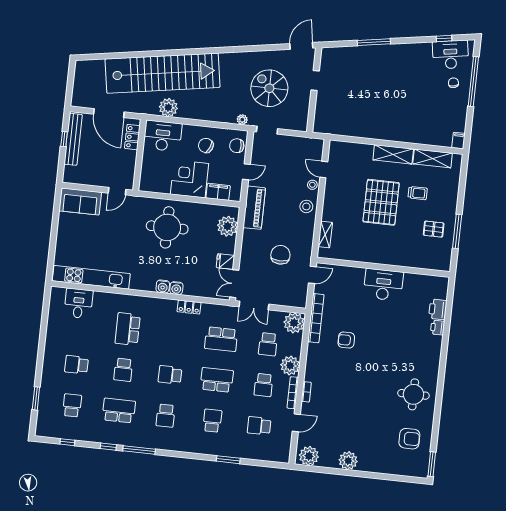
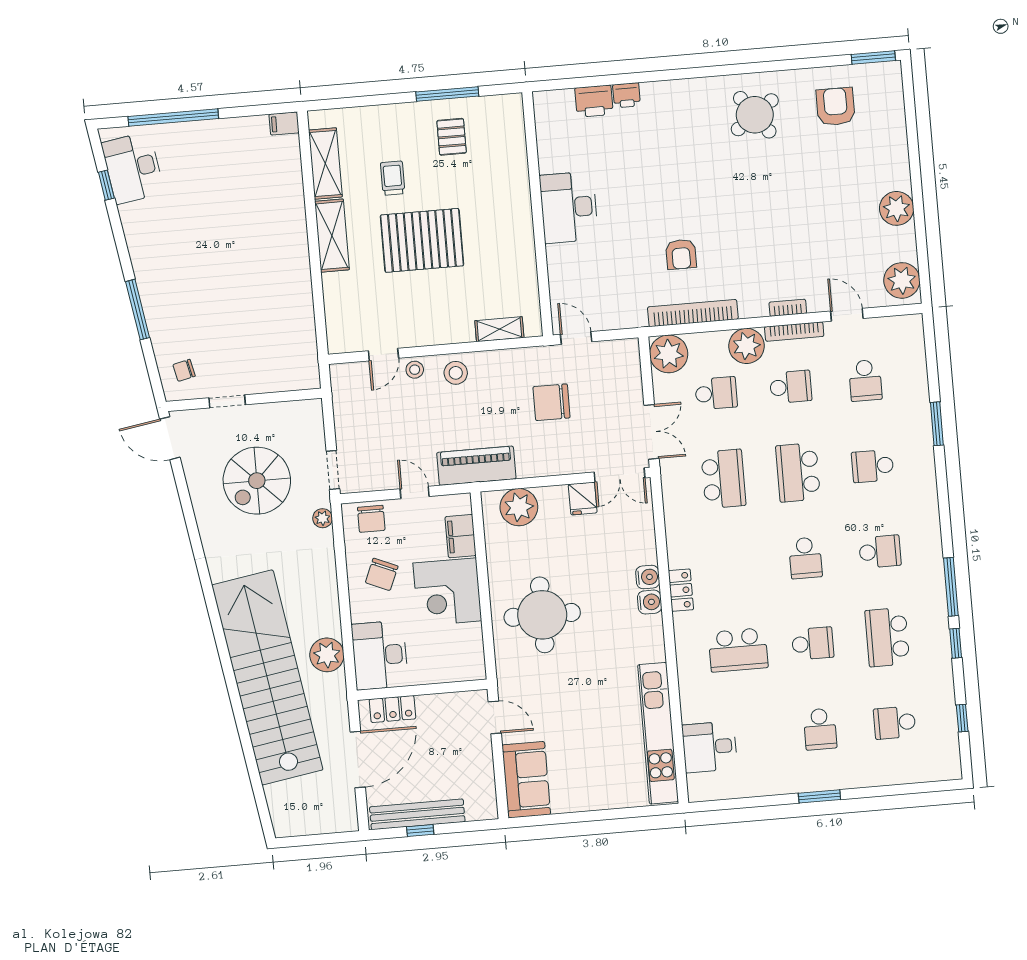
chair: (453, 83) -> (184, 370), moved
locker: (189, 307) -> (681, 590), moved
bookcase: (316, 318) -> (693, 313), moved
round table: (413, 394) -> (755, 115), turned -36
window: (36, 398) -> (819, 796), moved

